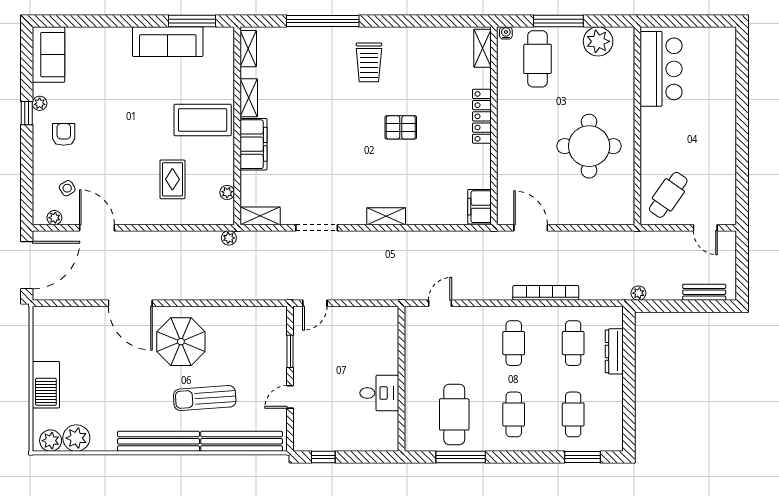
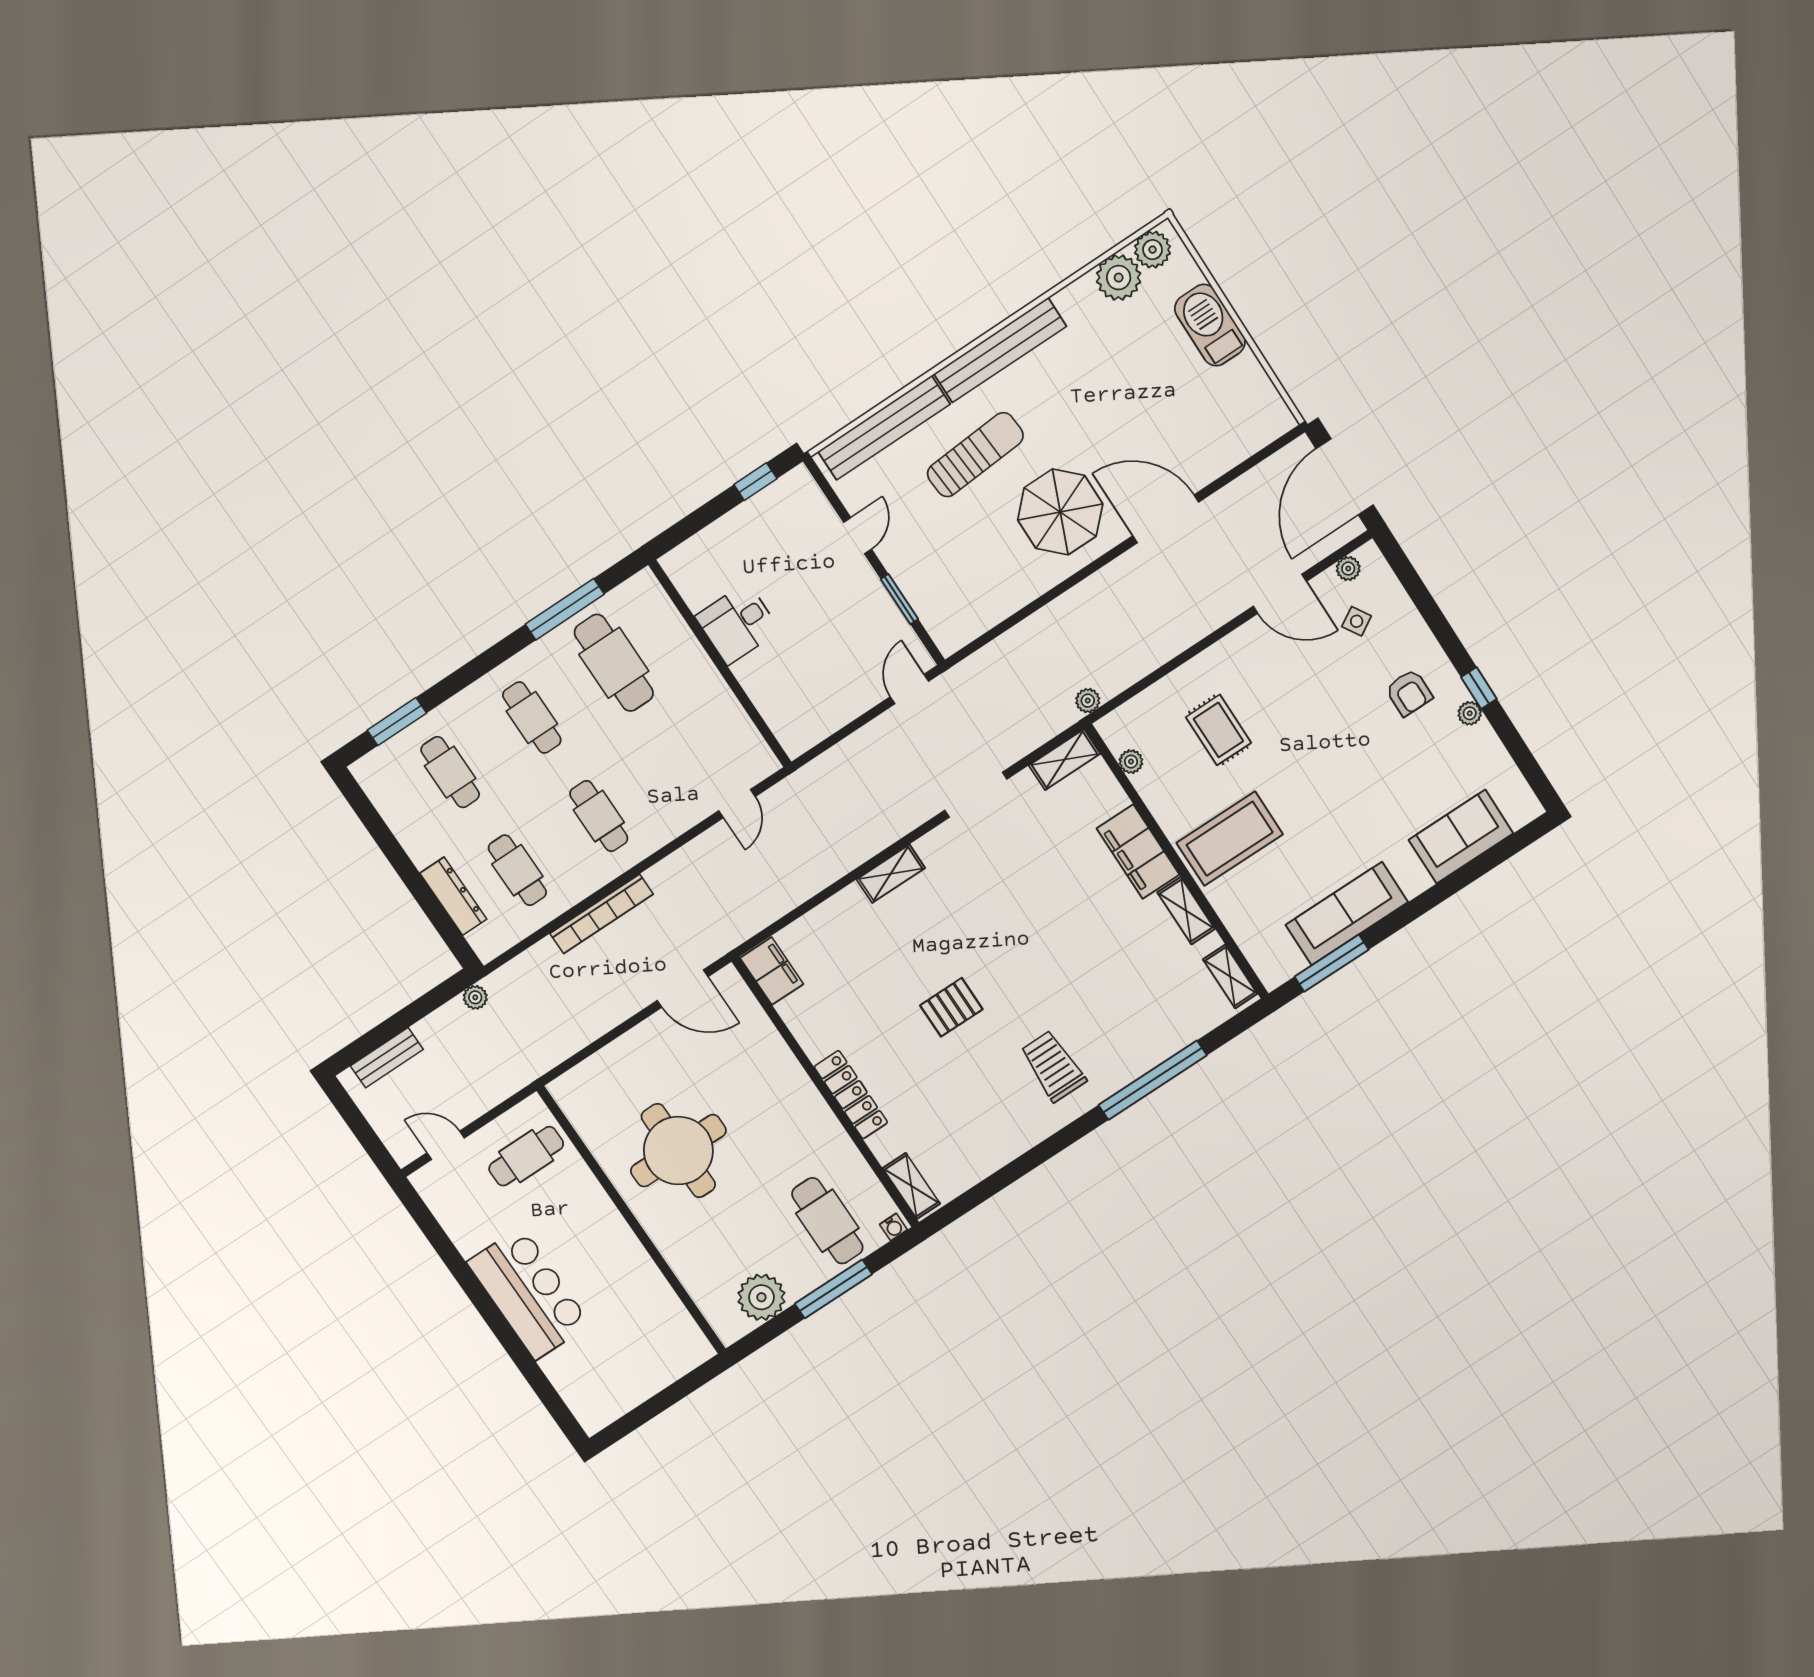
sofa: (49, 55) -> (1461, 837), moved, turned 90
bar counter: (661, 69) -> (529, 1293), moved, turned 180
cafe table: (668, 195) -> (526, 1156), turned 55

